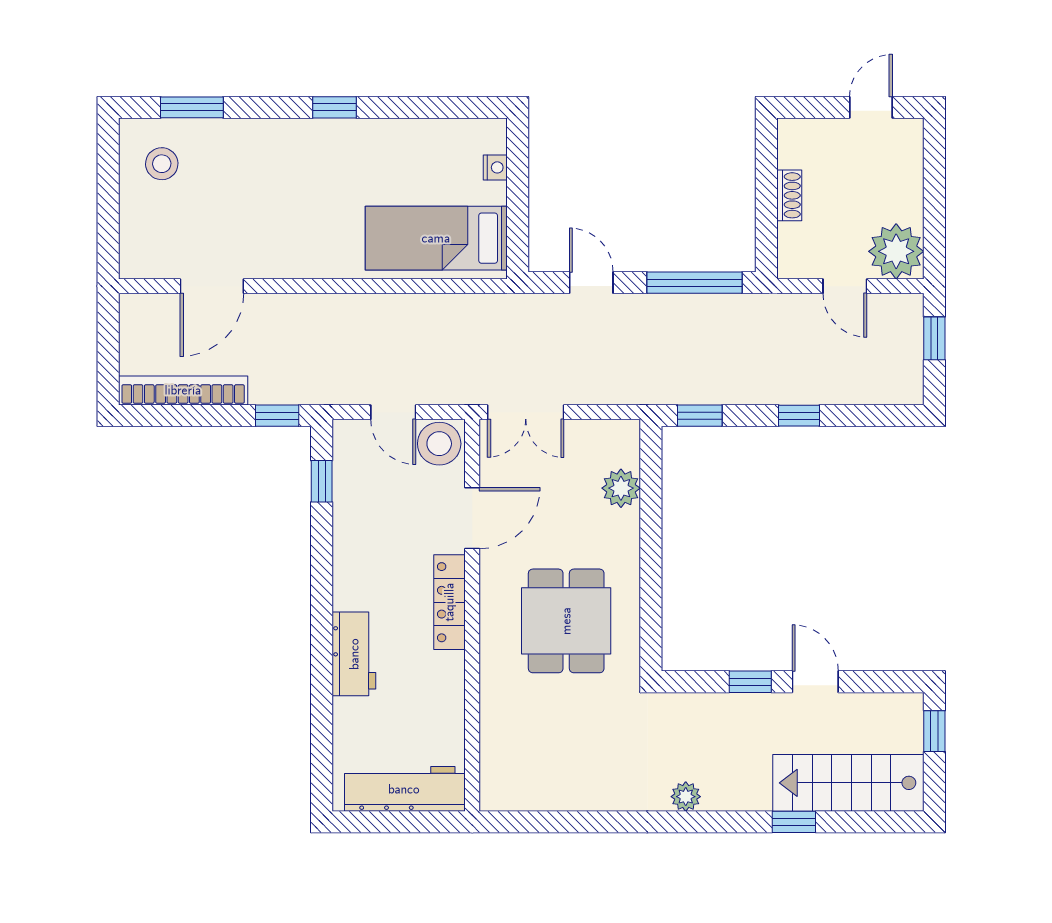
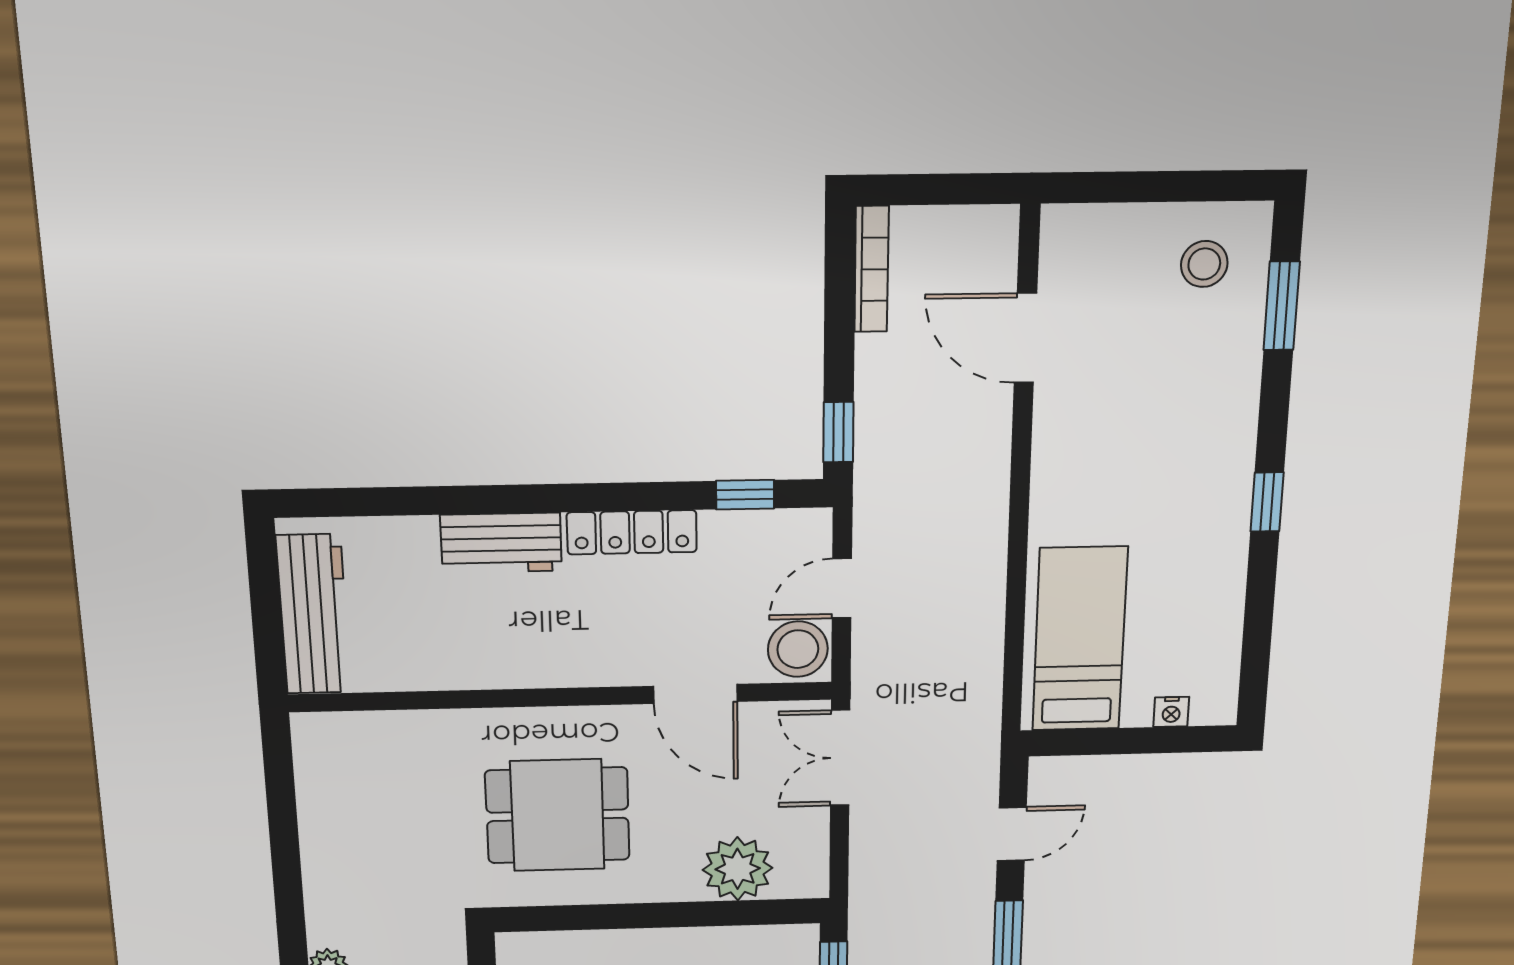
bookcase: (183, 390) -> (871, 269), width x0.68, depth x0.76
plant: (621, 488) -> (738, 869), width x1.36, depth x1.36
locker: (449, 602) -> (632, 532), moved, turned 180

